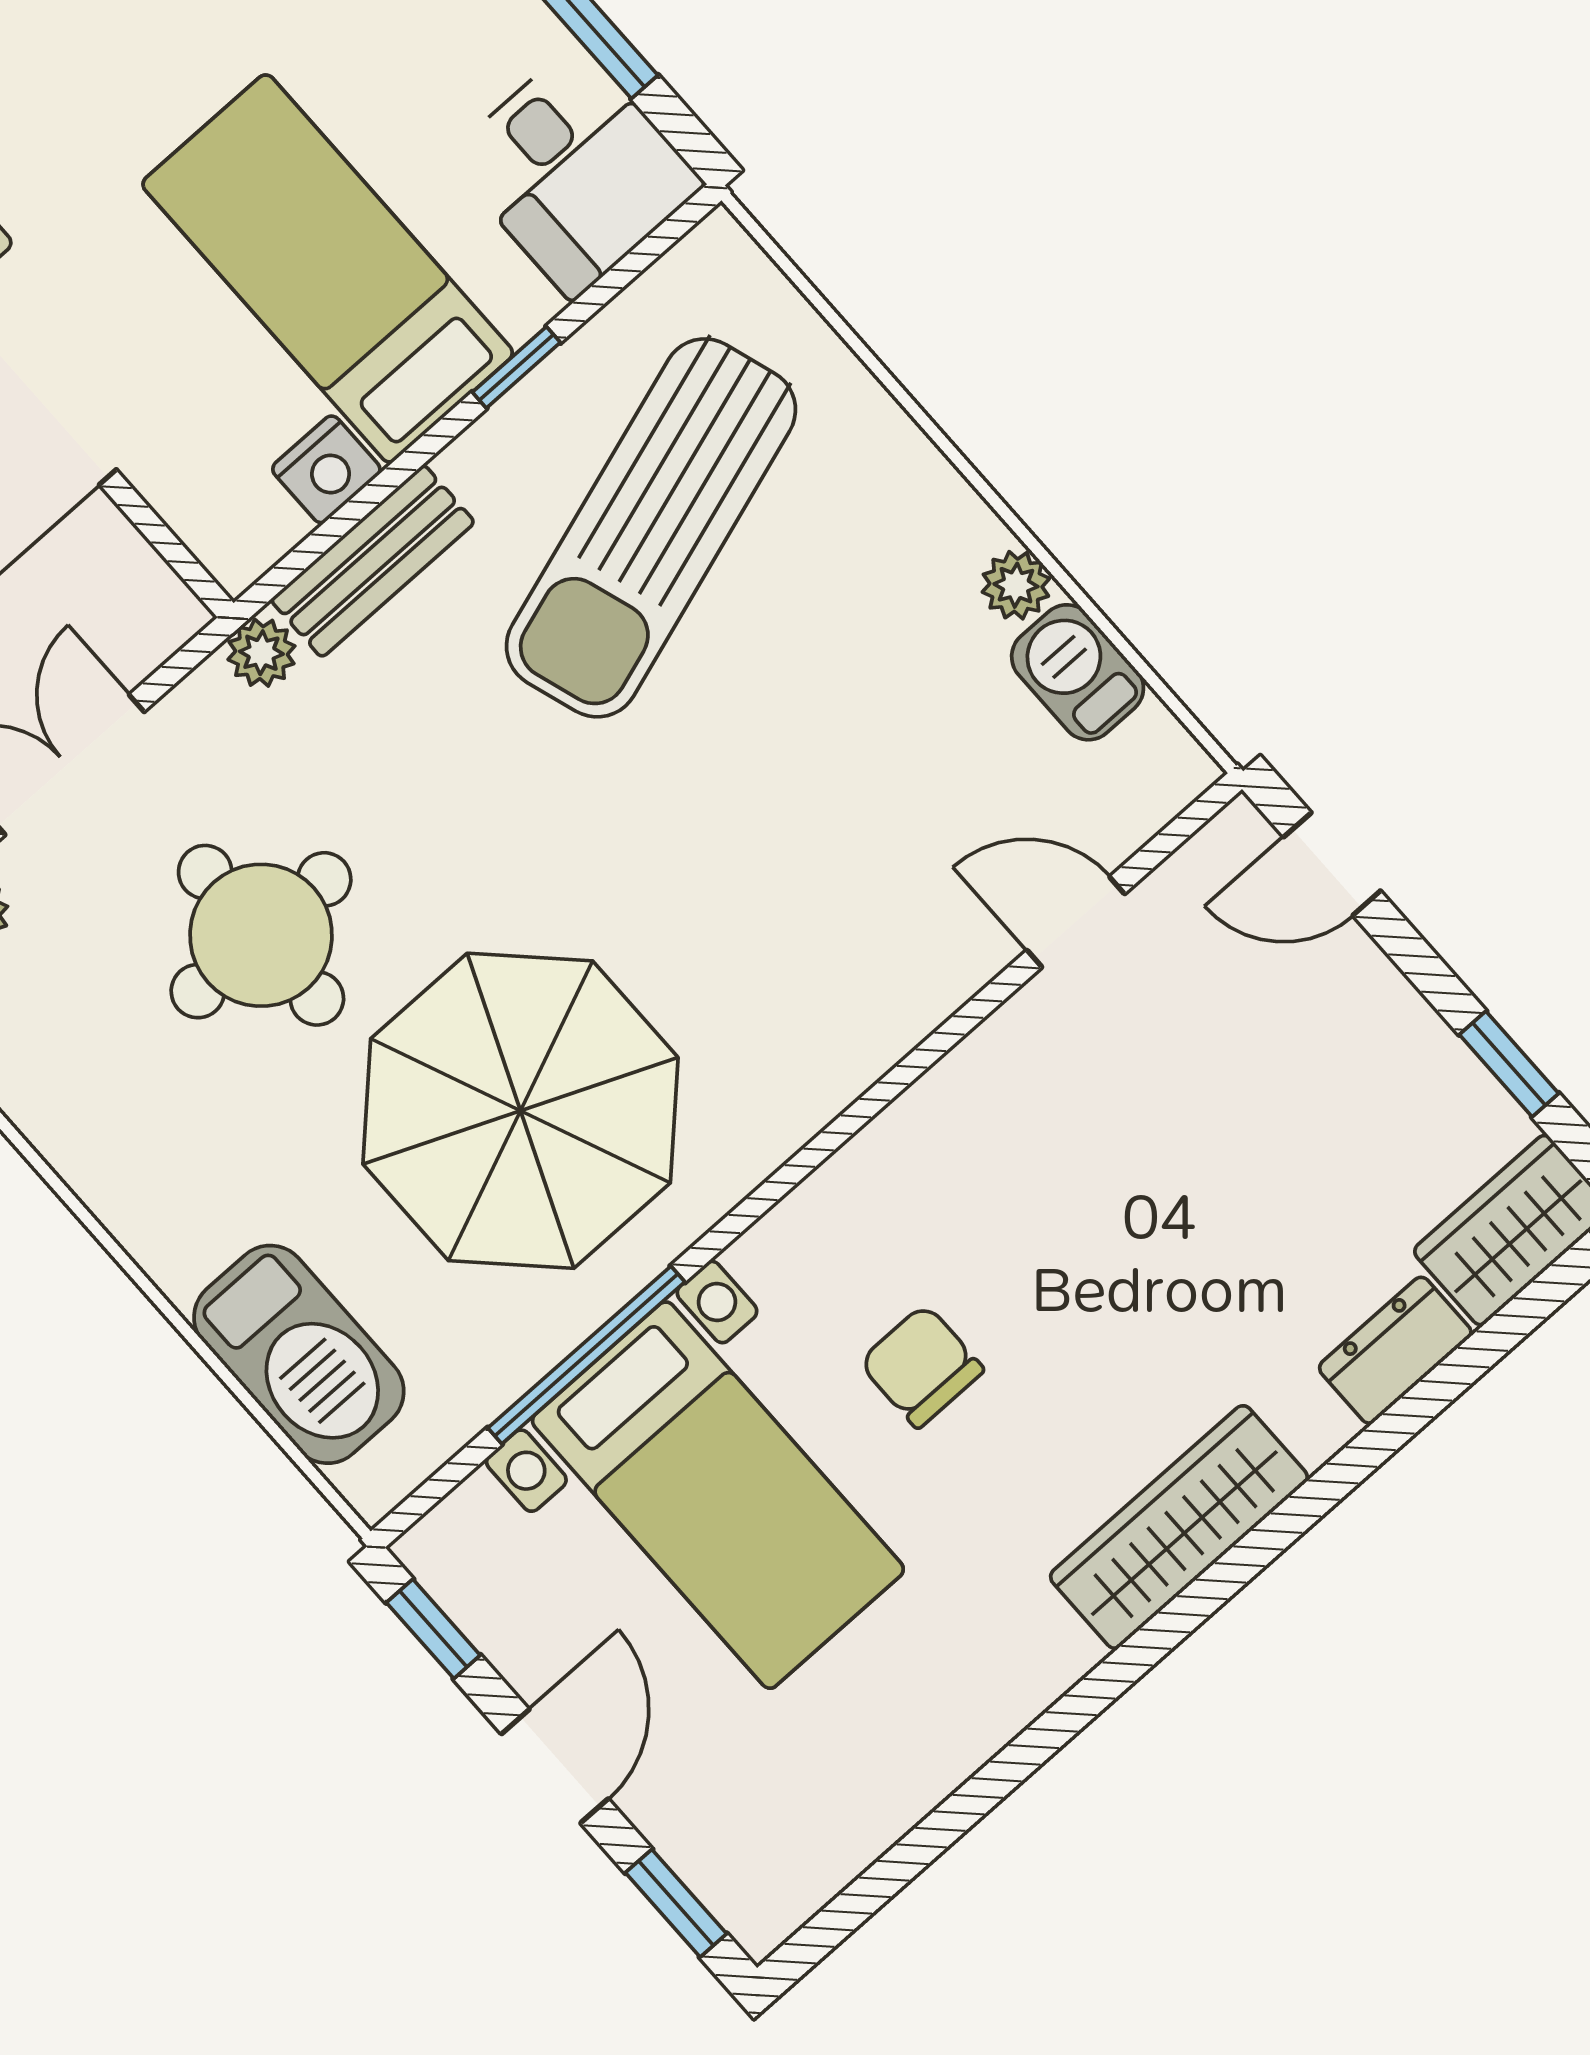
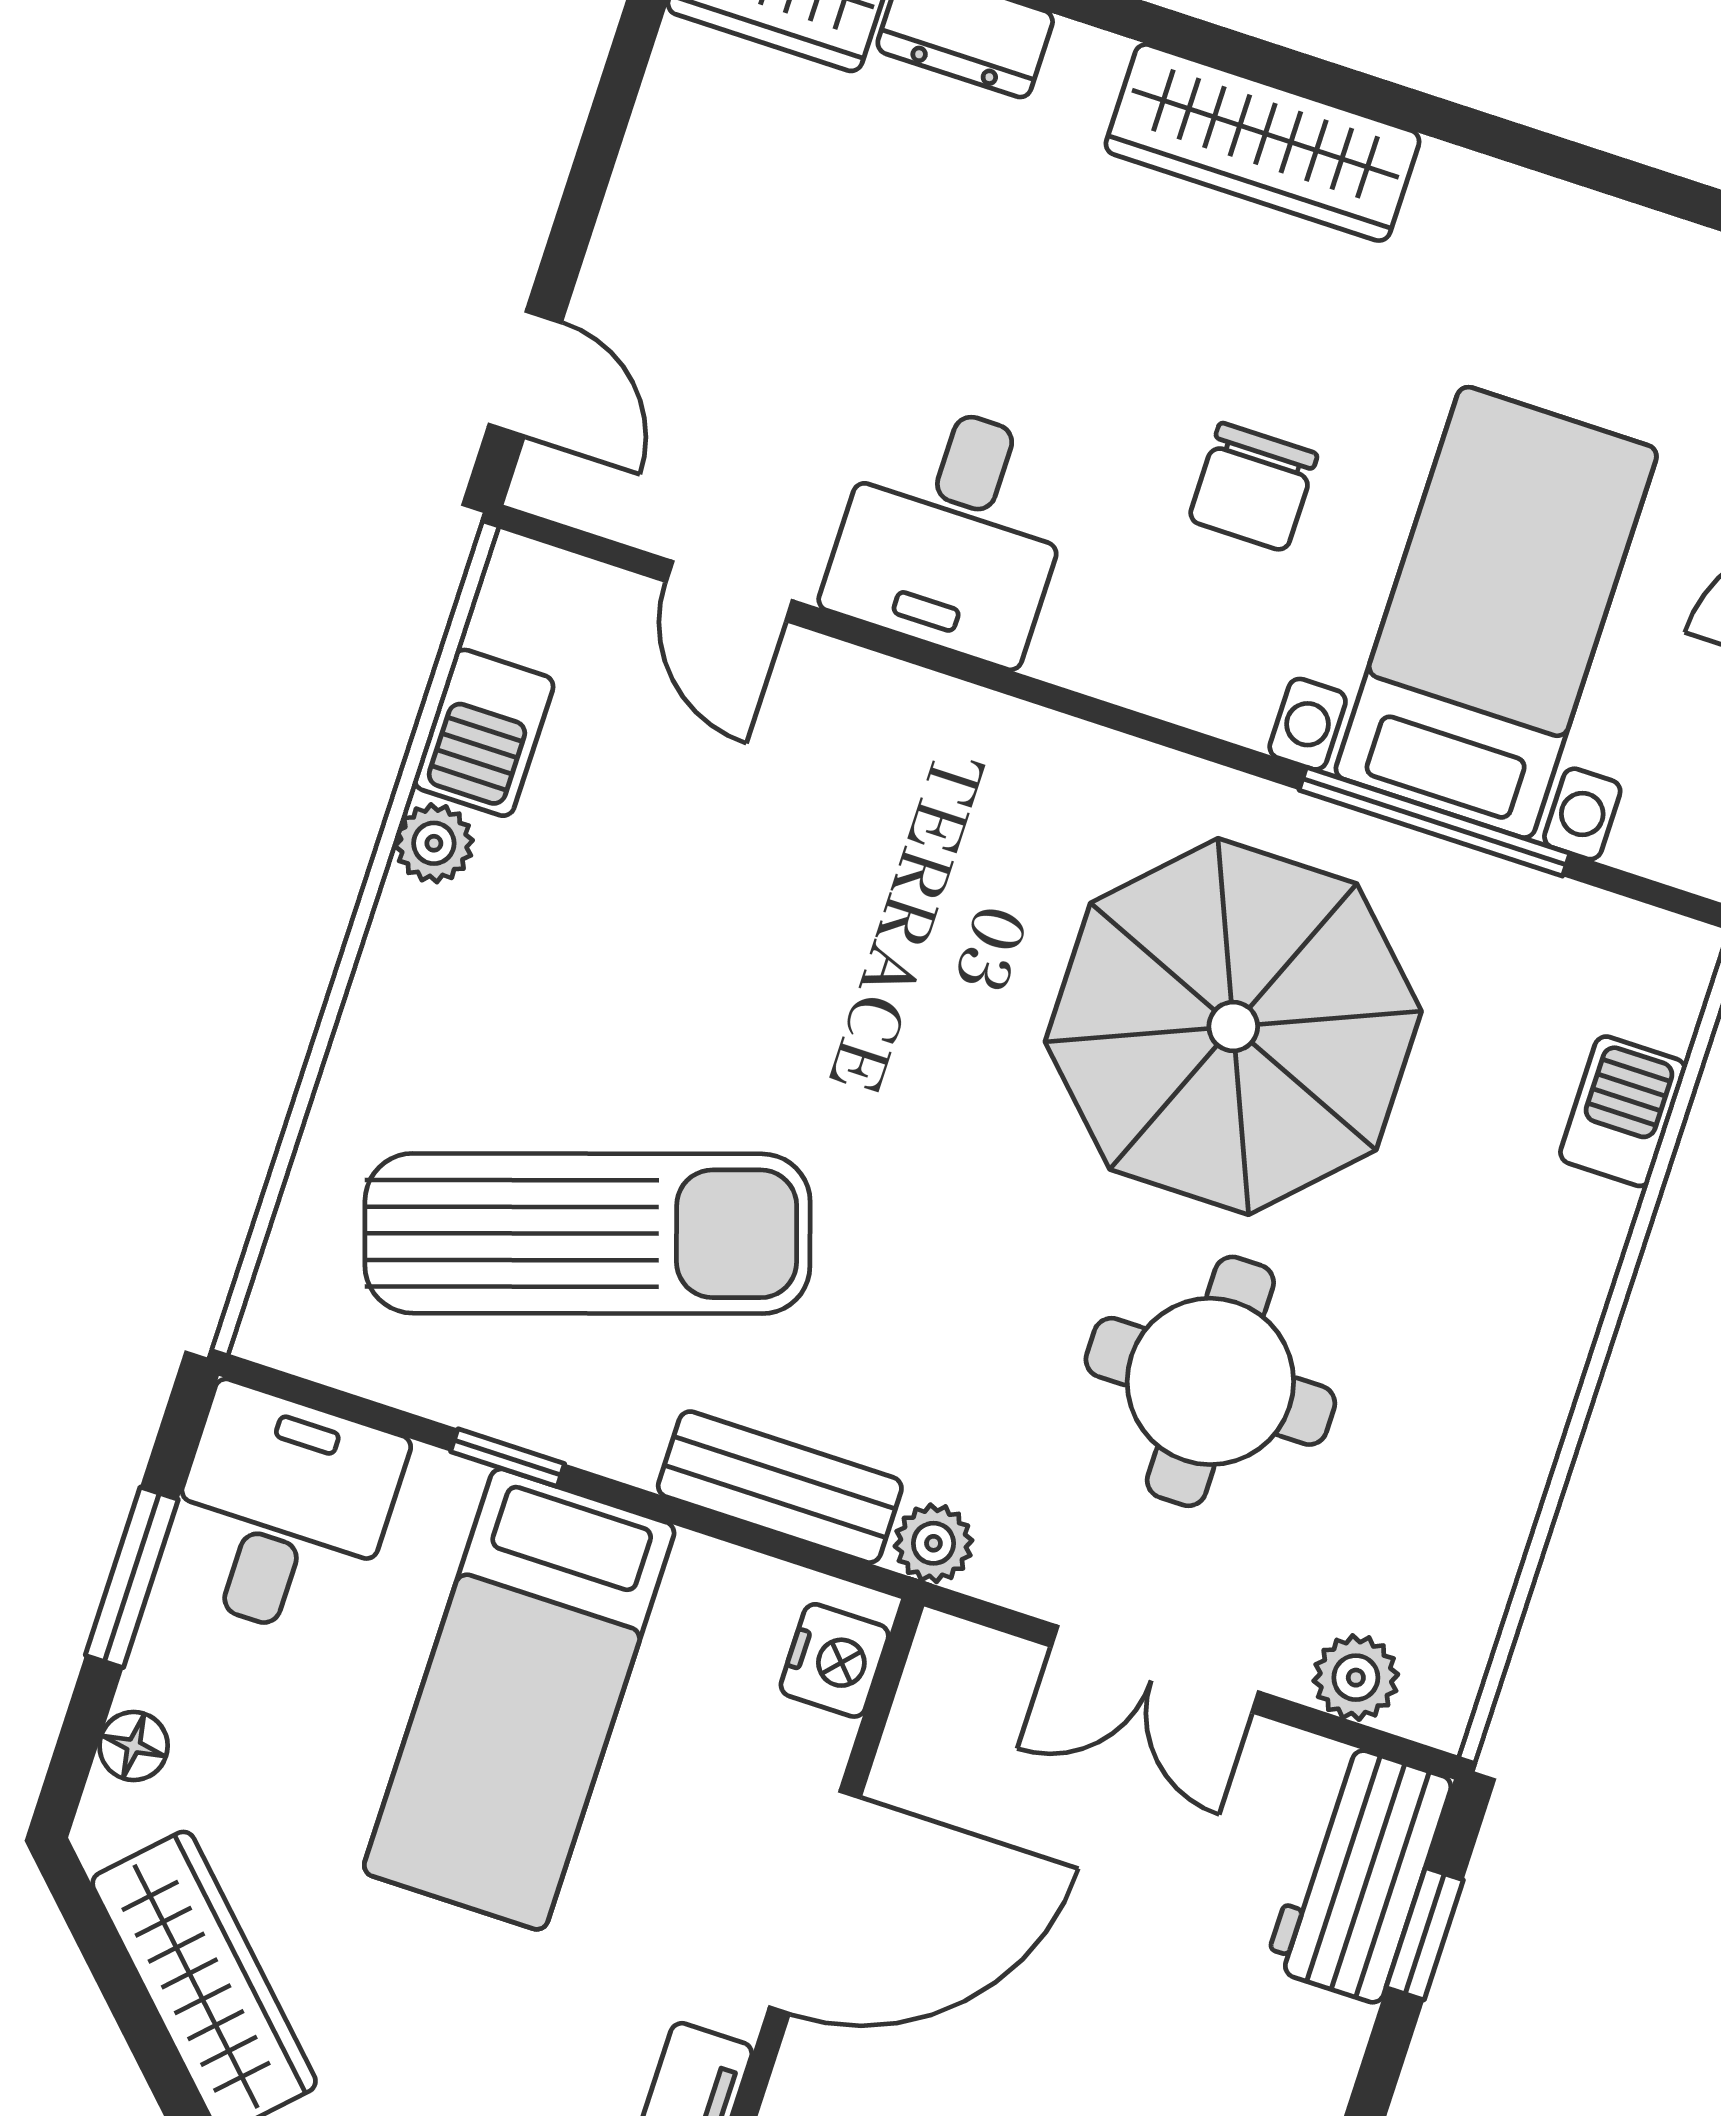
nightstand: (326, 469) -> (835, 1660), moved, turned 90
window: (1509, 1064) -> (619, 85), removed
desk: (1022, 1118) -> (952, 531), added
barbecue: (299, 1354) -> (1623, 1111), width x0.53, depth x0.65

